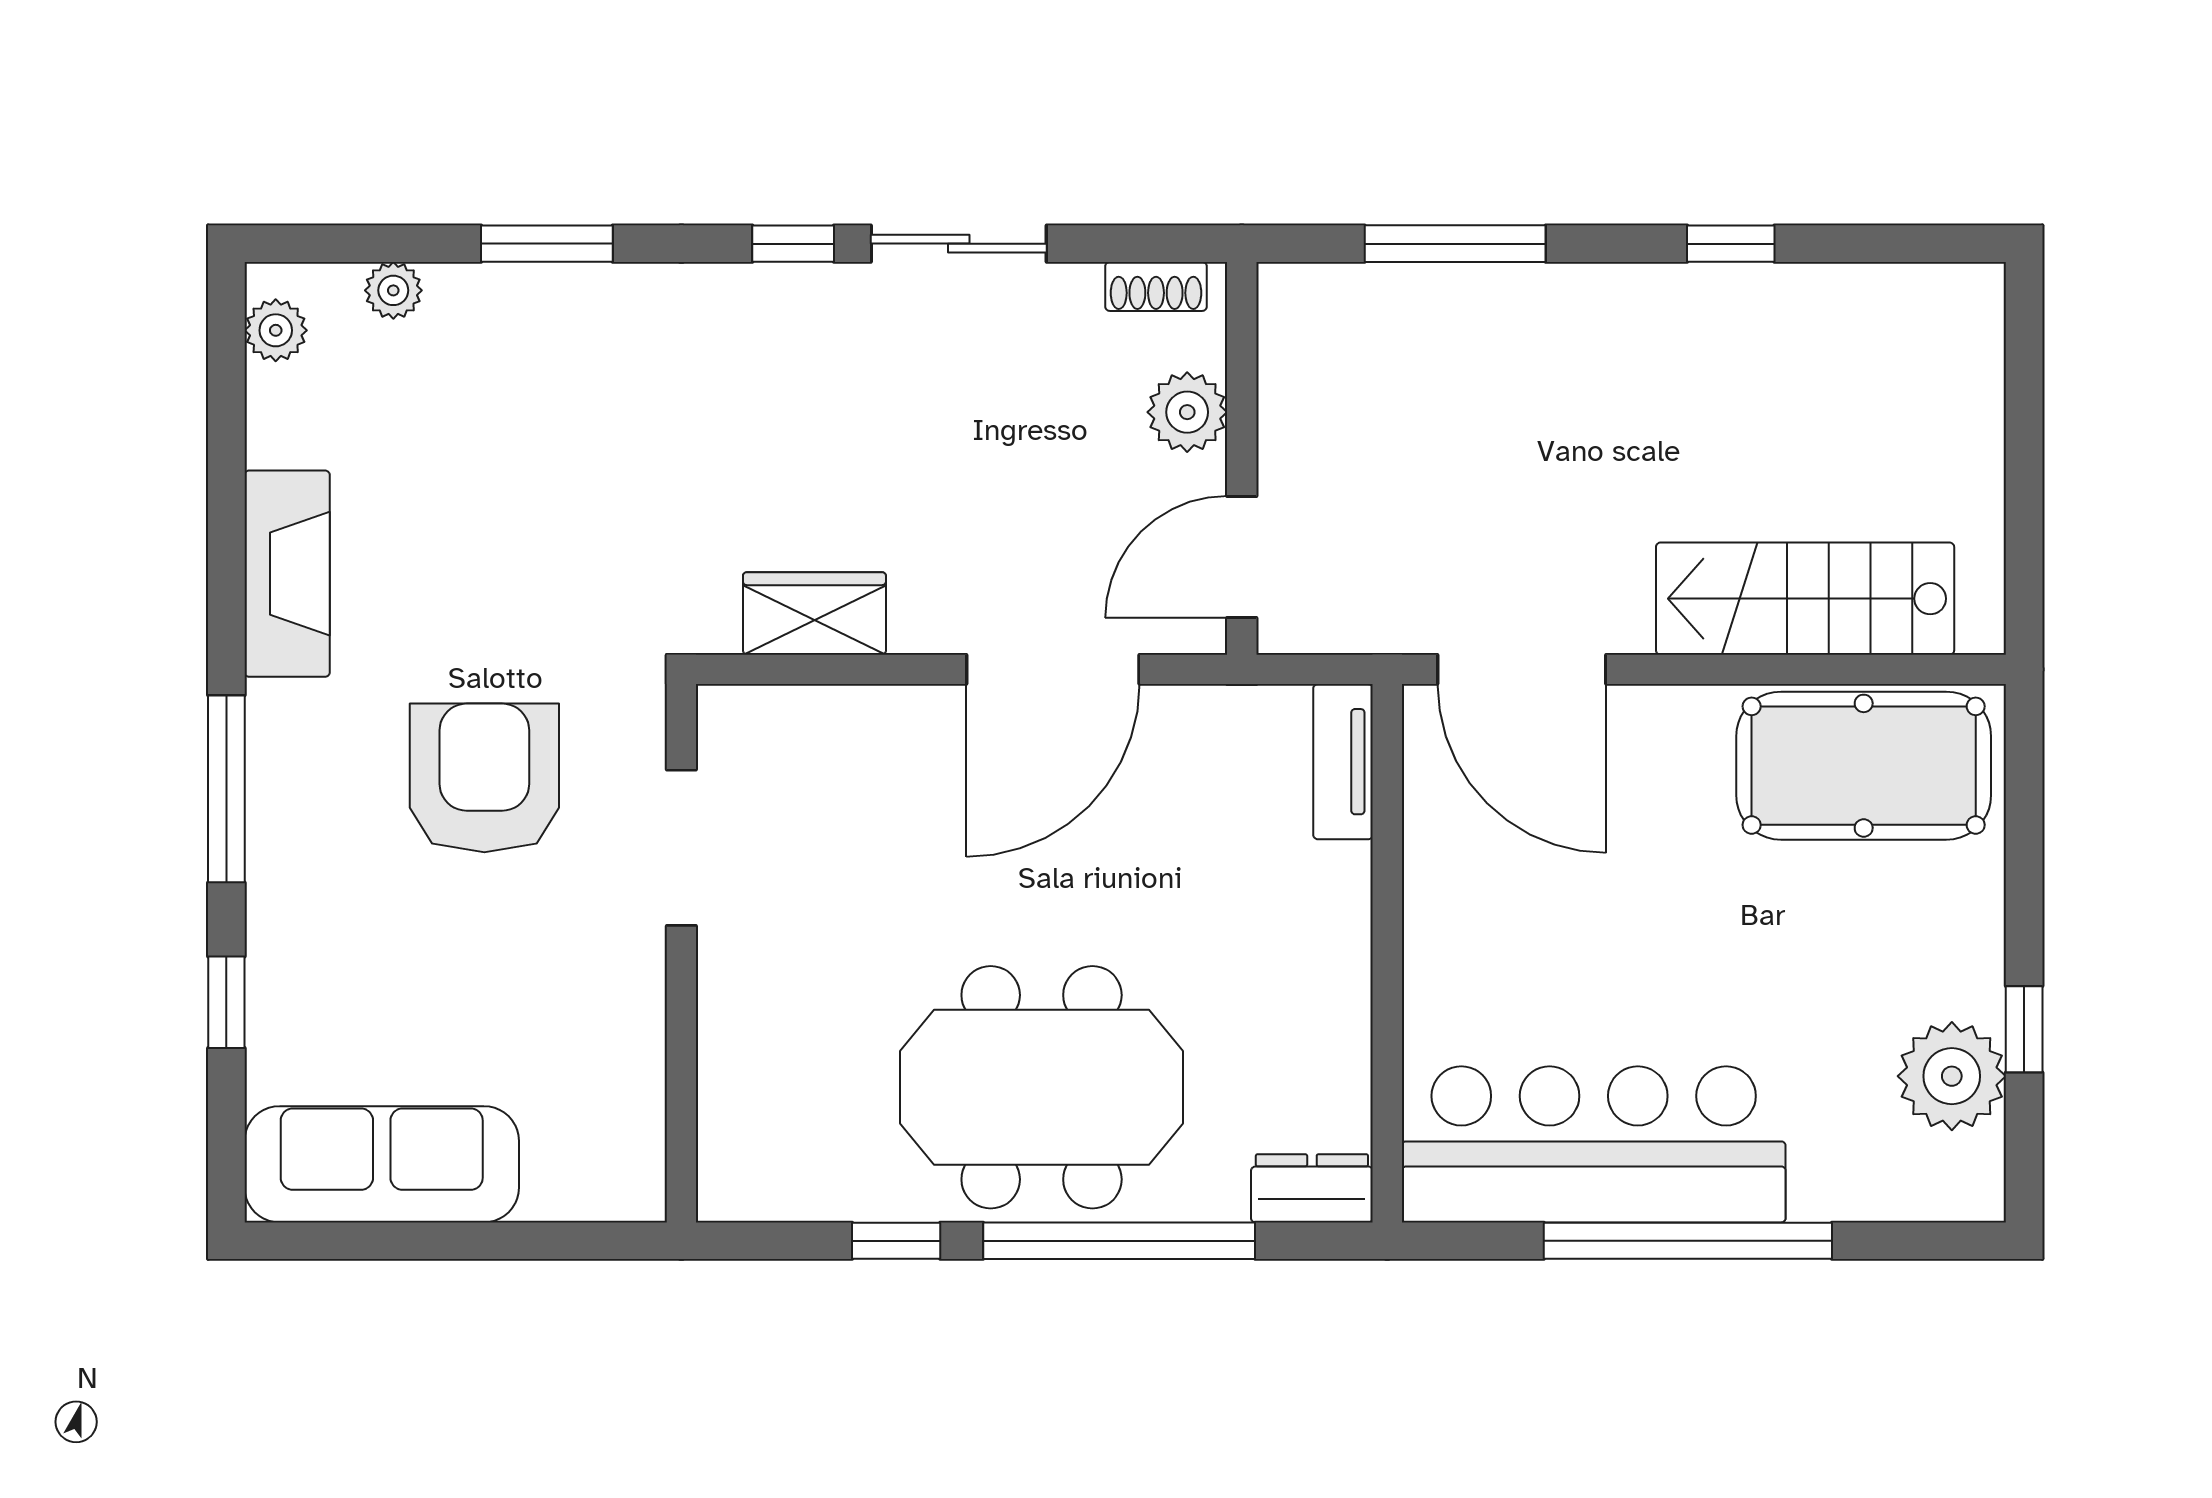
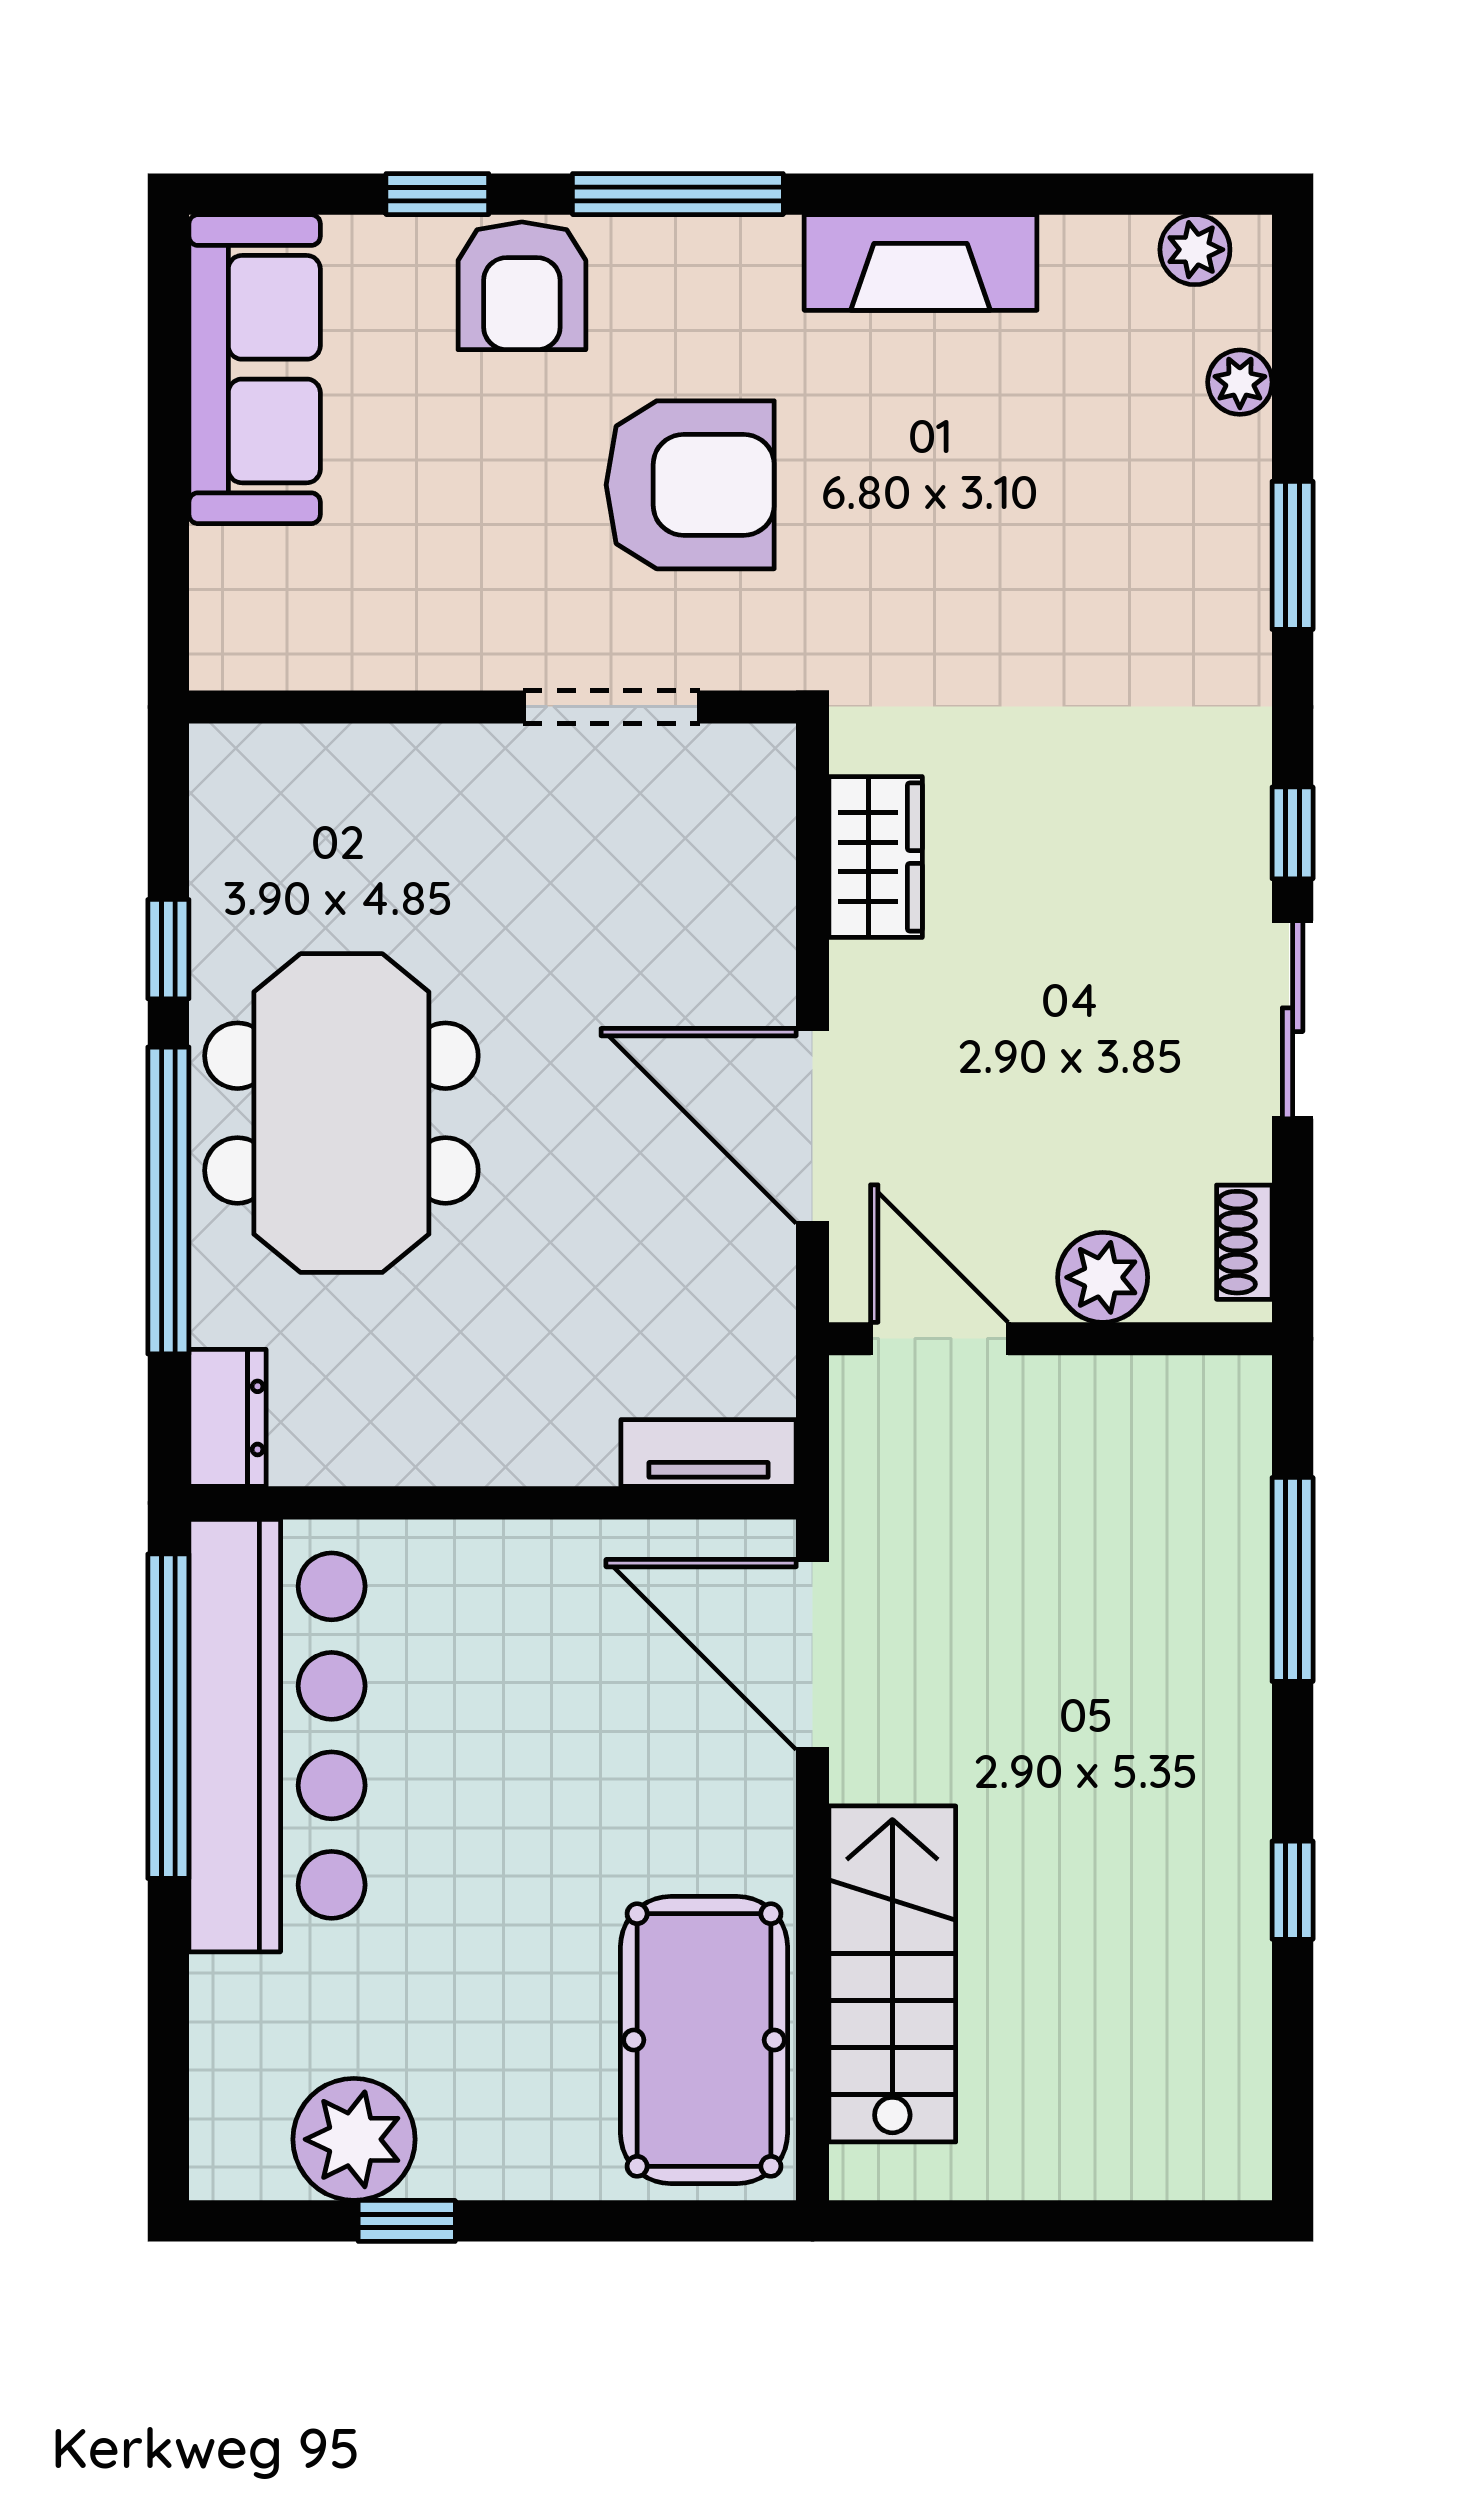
door: (1522, 669) -> (813, 1655), hinge flipped
armchair: (308, 927) -> (522, 286), added
window: (1688, 1241) -> (168, 1716), moved

